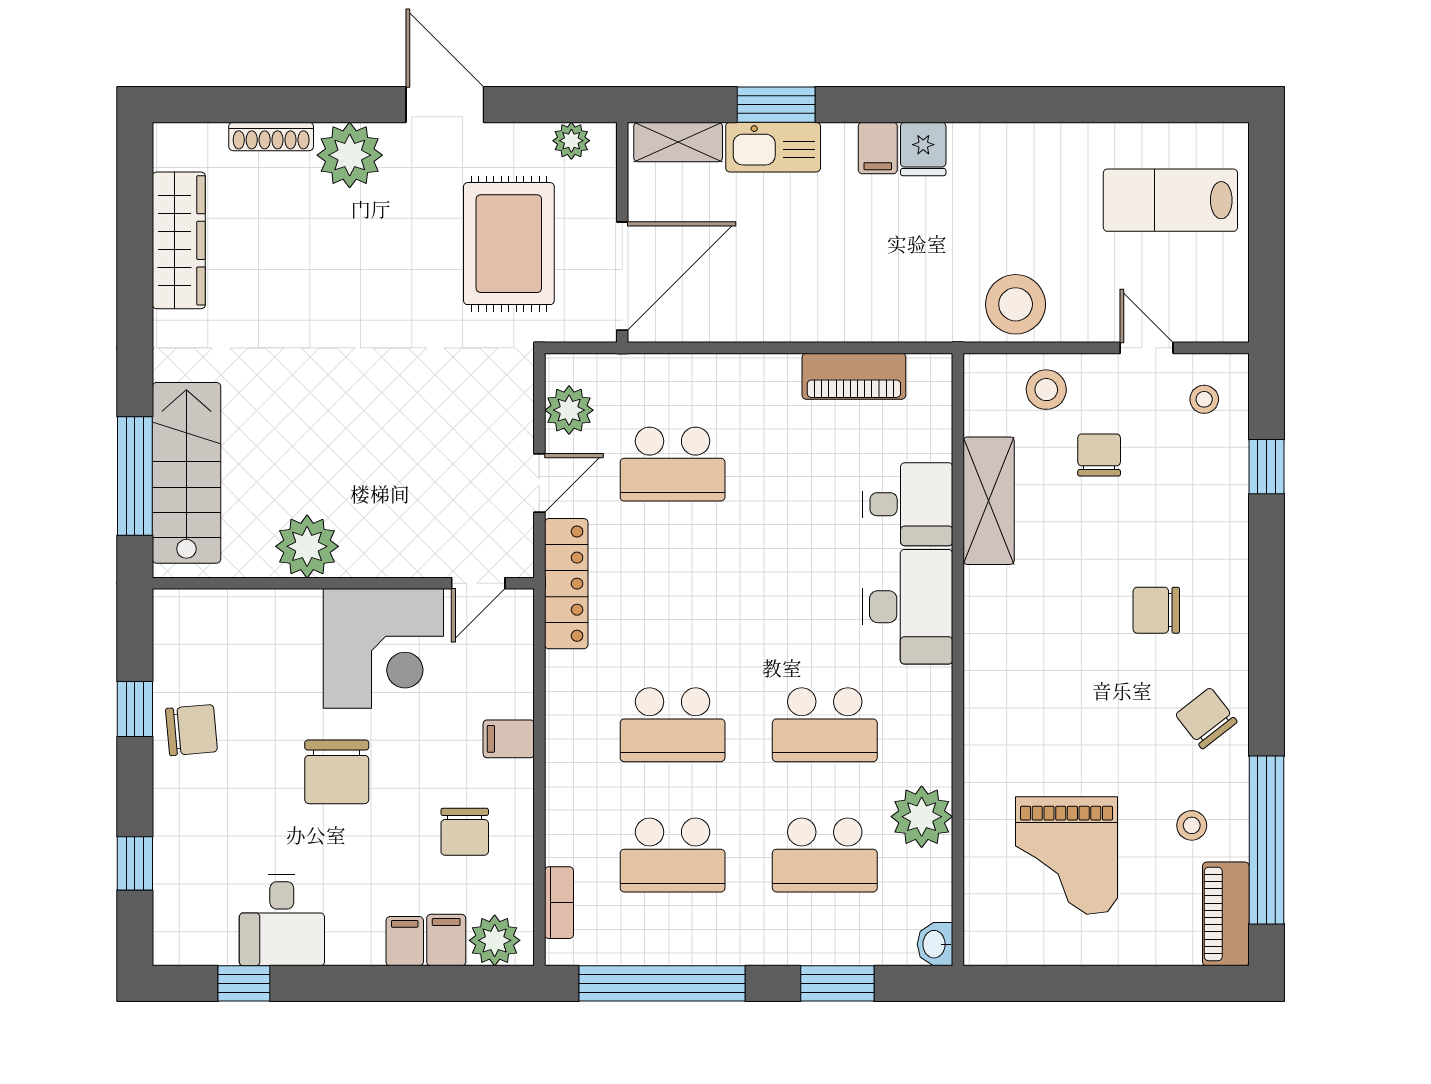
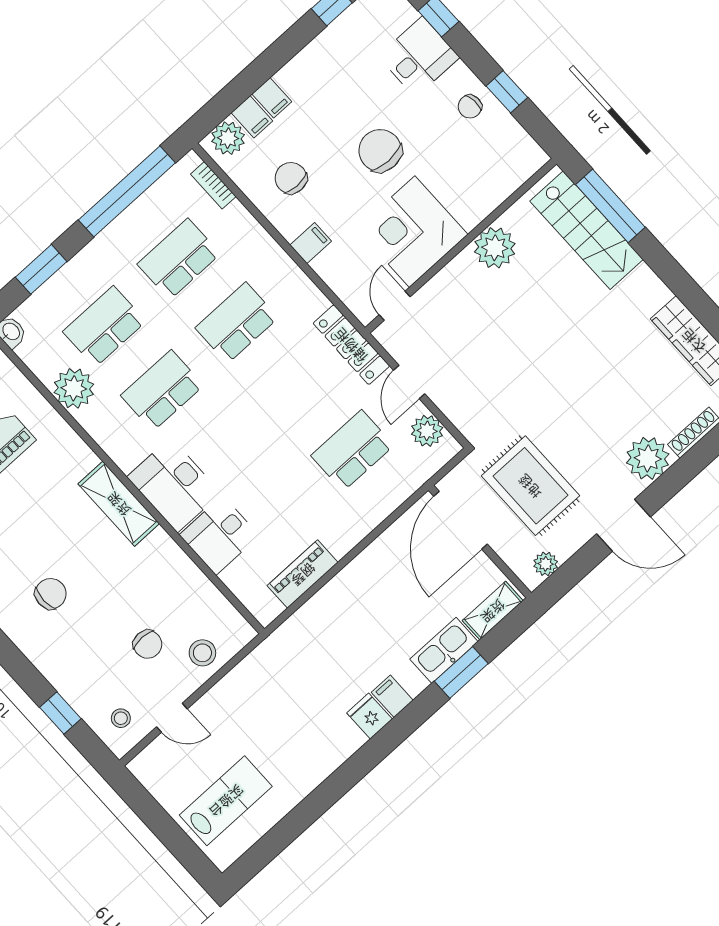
stool: (1016, 304) -> (255, 681), removed
shelving: (989, 501) -> (119, 504), moved
chair: (191, 730) -> (470, 107), width x0.73, depth x0.73
desk: (282, 920) -> (419, 57), moved, turned 90

